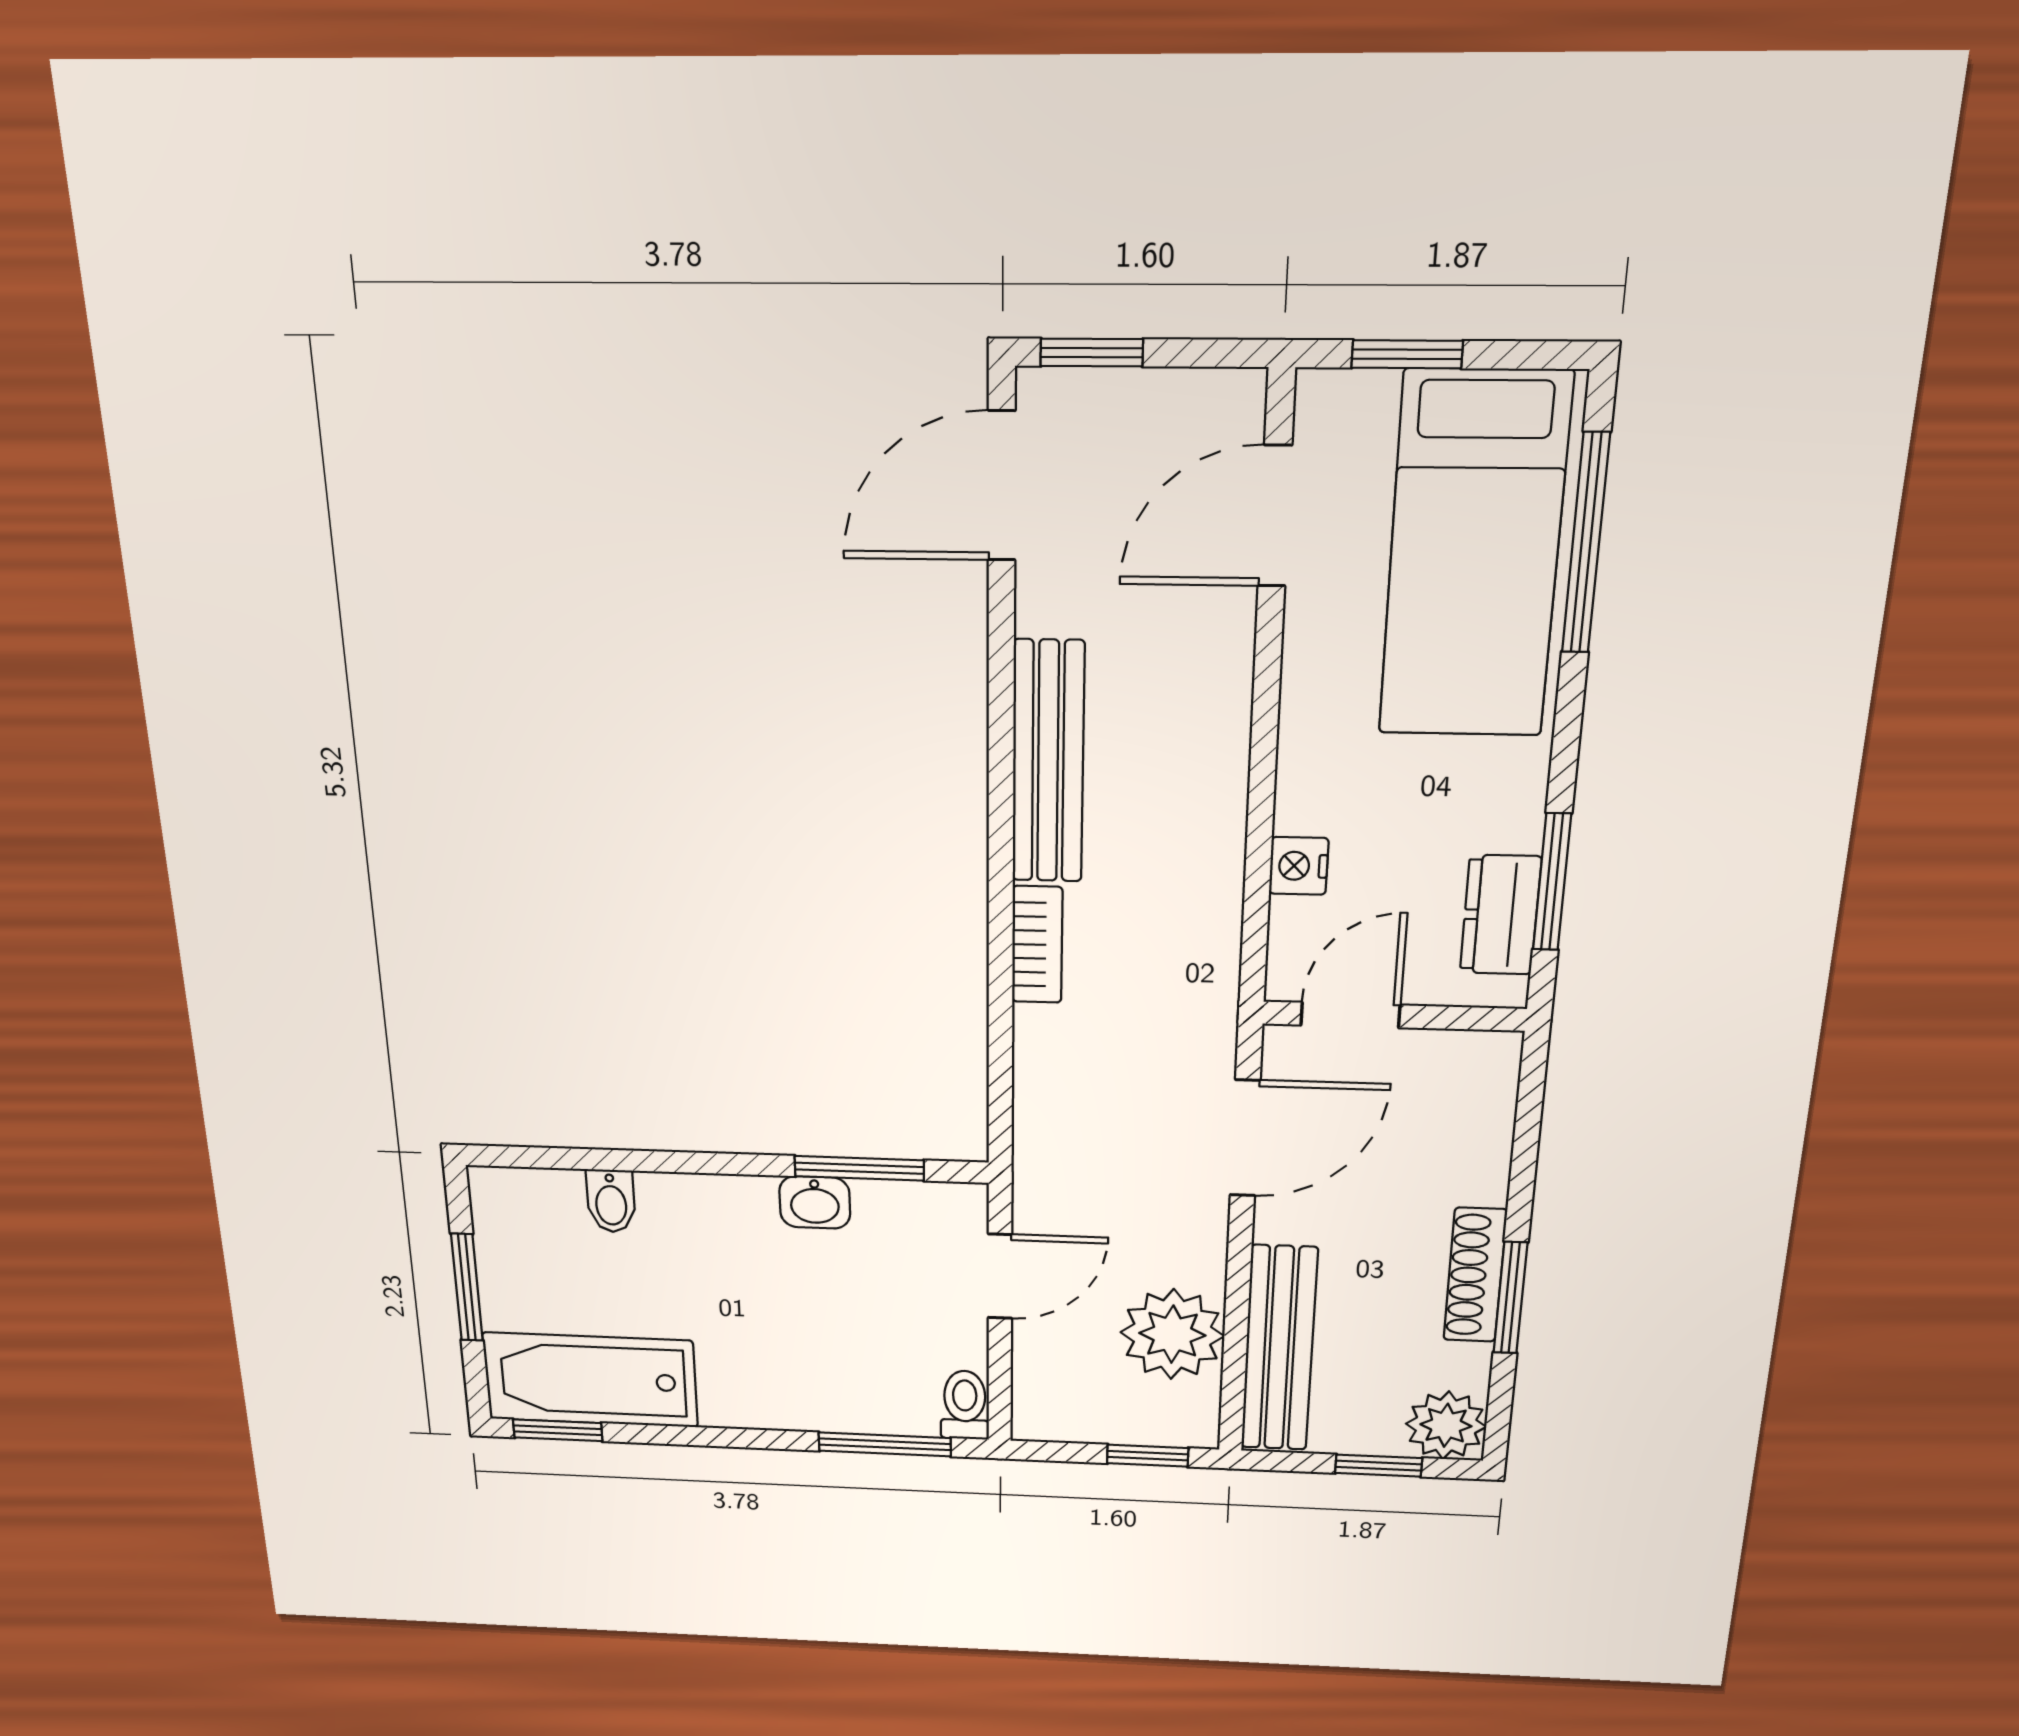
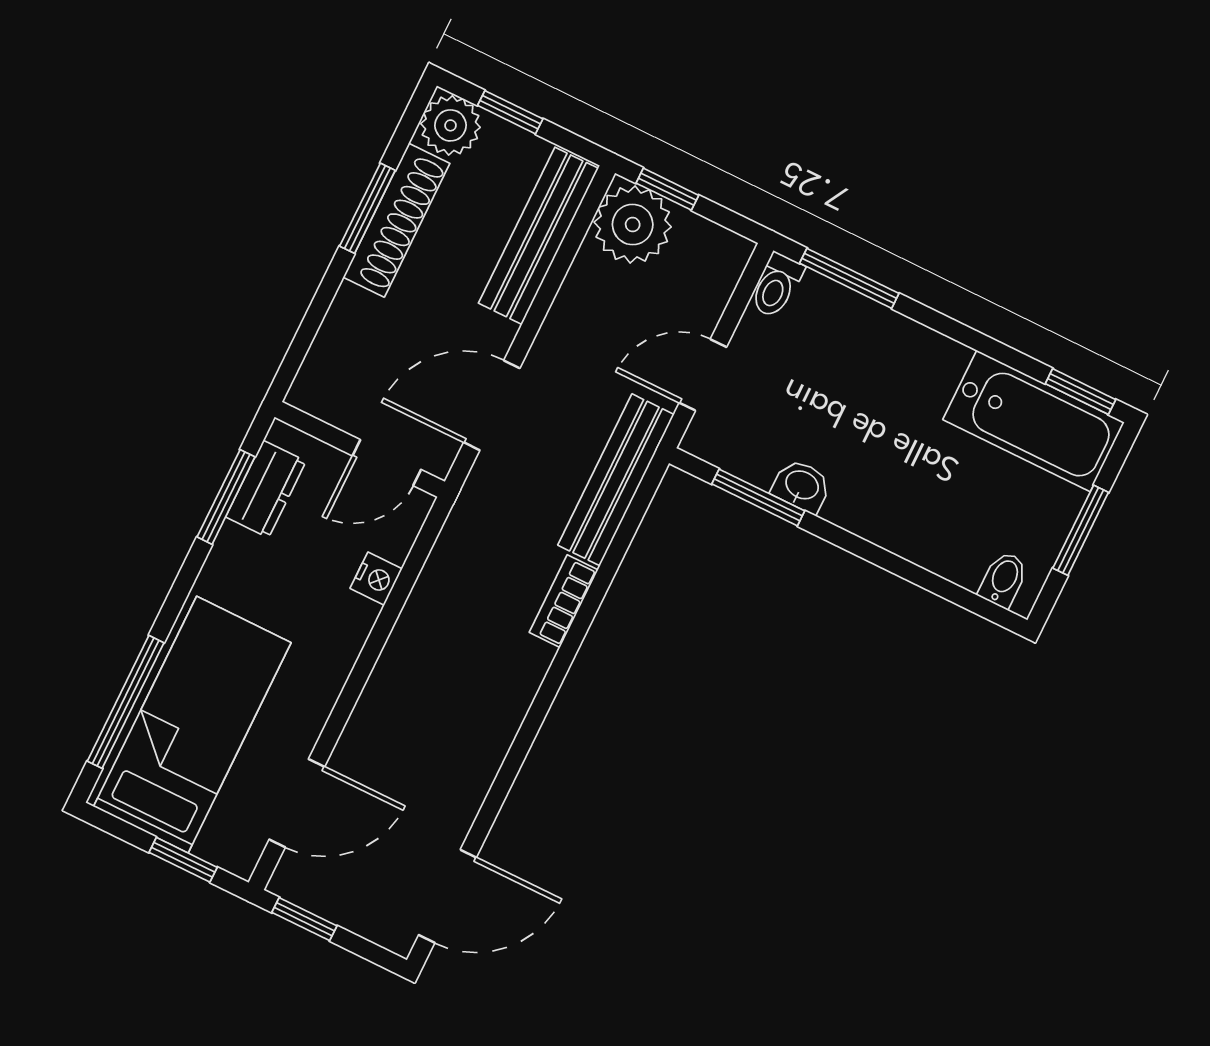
window: (1092, 353) -> (304, 919), moved
bench: (1048, 762) -> (616, 480), moved
bidet: (611, 1201) -> (1003, 580), moved
shoe rack: (1475, 1275) -> (396, 220), width x1.36, depth x1.24
plant: (1172, 1334) -> (633, 225), moved

